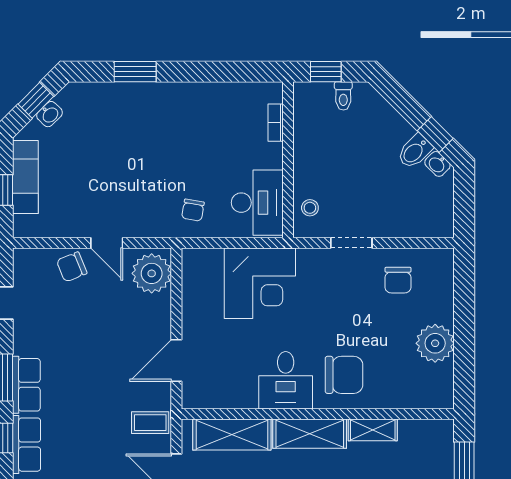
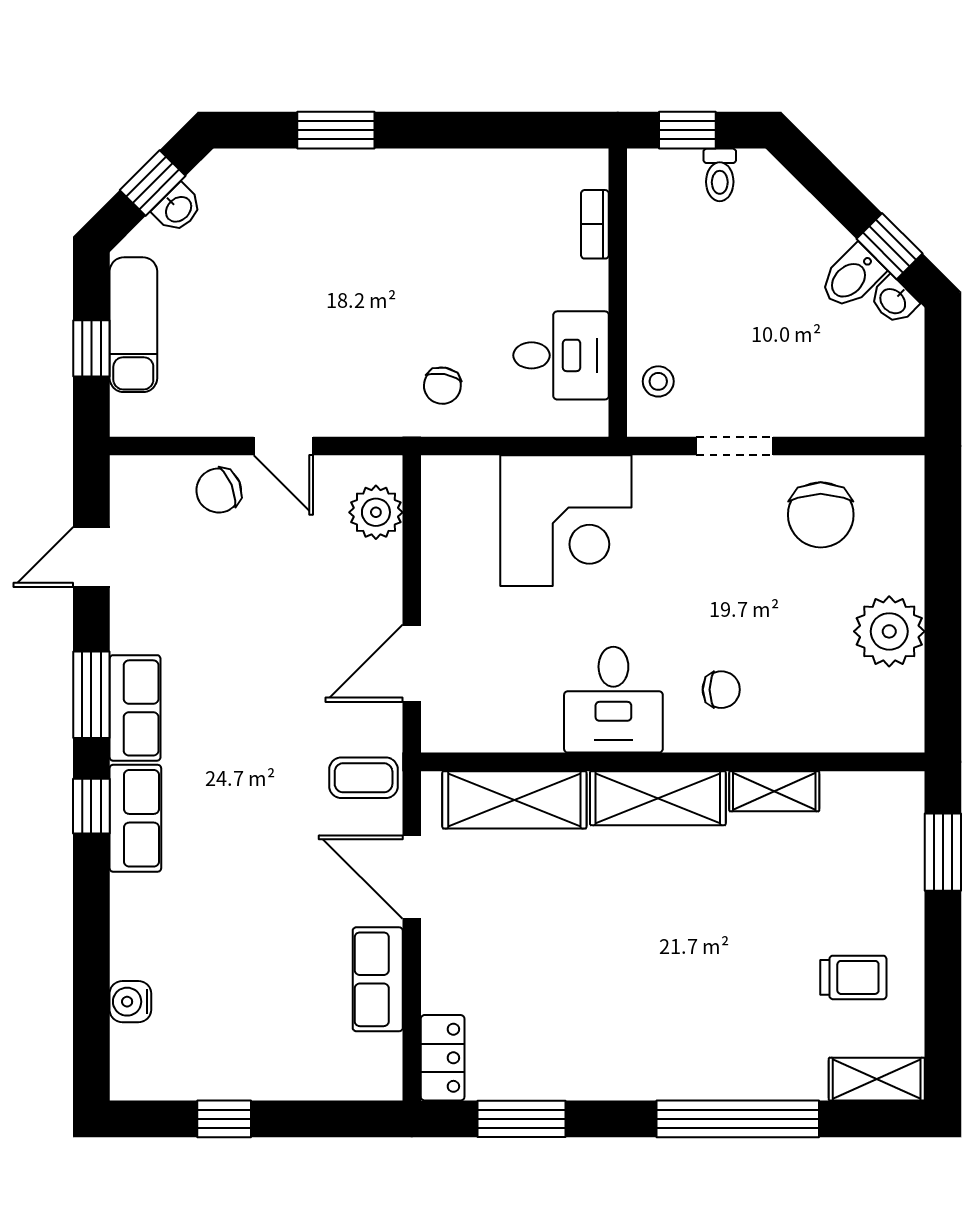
desk: (257, 203) -> (561, 355), width x0.73
plant: (152, 273) -> (376, 512), width x0.73, depth x0.73
chair: (398, 280) -> (821, 515), width x1.37, depth x1.37
chair: (344, 375) -> (721, 690), width x0.54, depth x0.54

